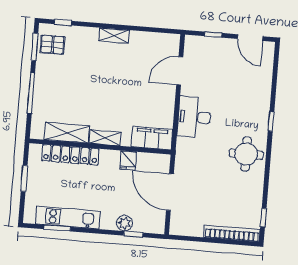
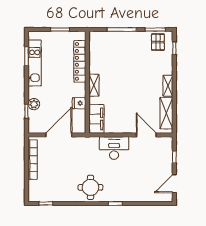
shelving: (67, 133) -> (166, 113), moved
bookcase: (232, 233) -> (33, 160), moved

